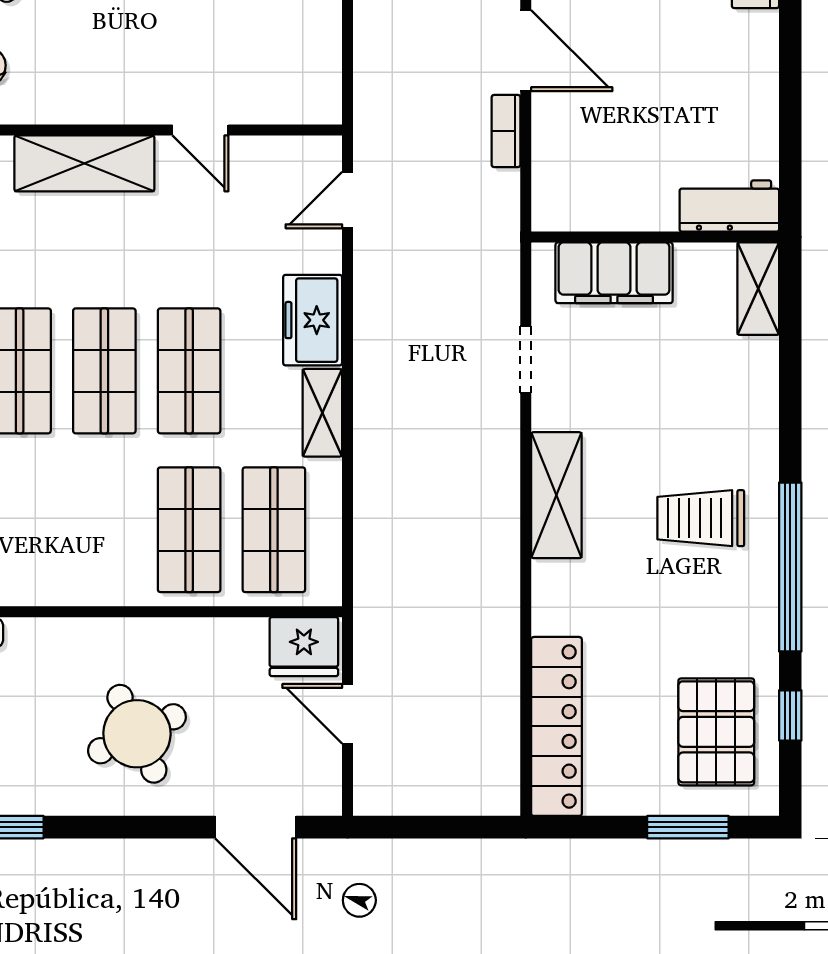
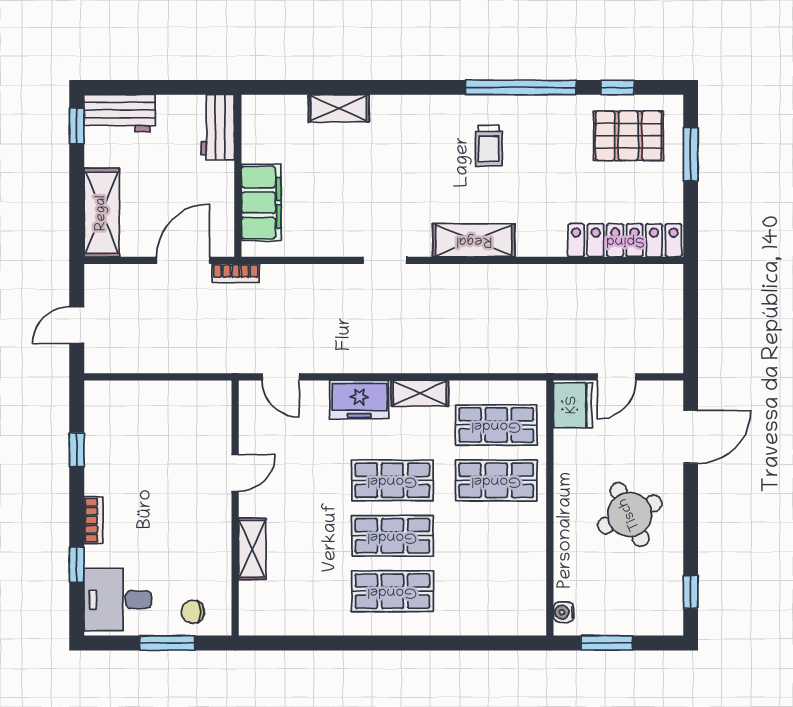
shelving: (84, 163) -> (252, 549), width x0.67, depth x0.75
workbench: (729, 206) -> (218, 127), moved
wall: (655, 237) -> (238, 176), moved
filing cabinet: (614, 273) -> (261, 203), moved
trolley: (701, 518) -> (489, 146), width x0.73, depth x0.72

